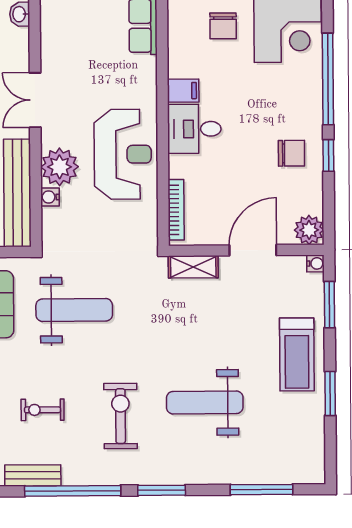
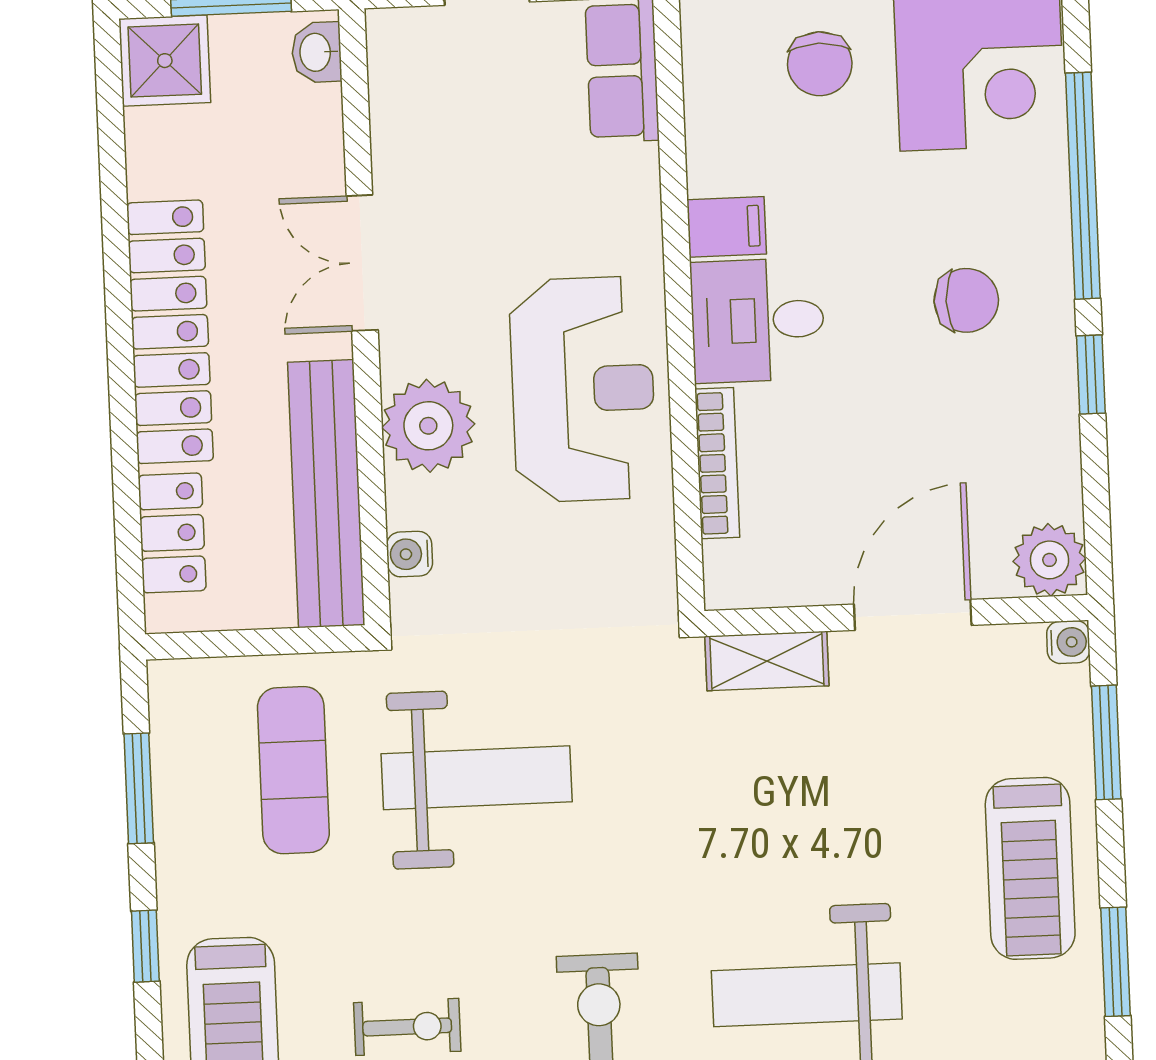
chair: (291, 153) -> (966, 300), moved
water cooler: (50, 197) -> (410, 554), moved
bookcase: (176, 210) -> (717, 463), moved
exercise bike: (43, 410) -> (407, 1027), turned 180

